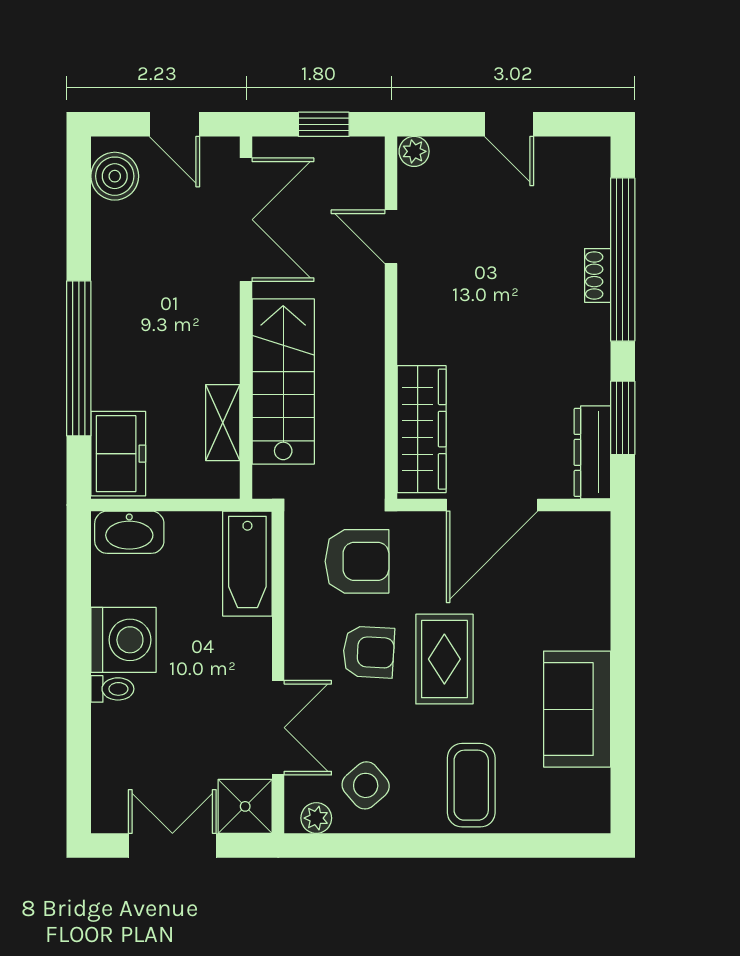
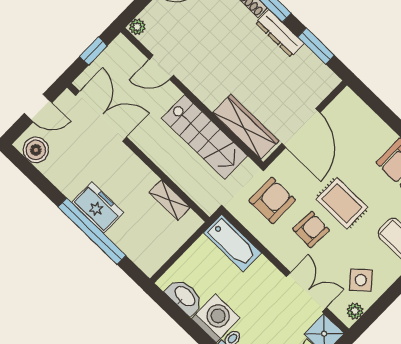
stairs: (283, 382) -> (205, 137), moved, turned 180
dresser: (592, 452) -> (280, 33), moved
freezer: (118, 454) -> (98, 207), moved
washbasin: (129, 532) -> (185, 297), moved, turned -90

